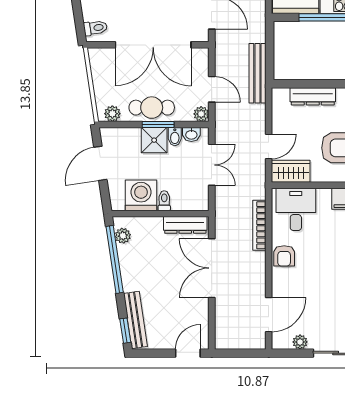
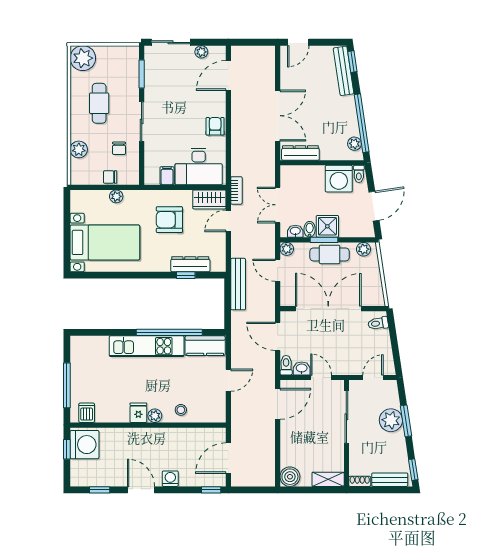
window: (318, 84) -> (186, 275), added
toilet: (164, 201) -> (359, 174), moved
desk: (296, 209) -> (199, 166), width x1.37
bookcase: (259, 225) -> (236, 190), moved, width x0.64

